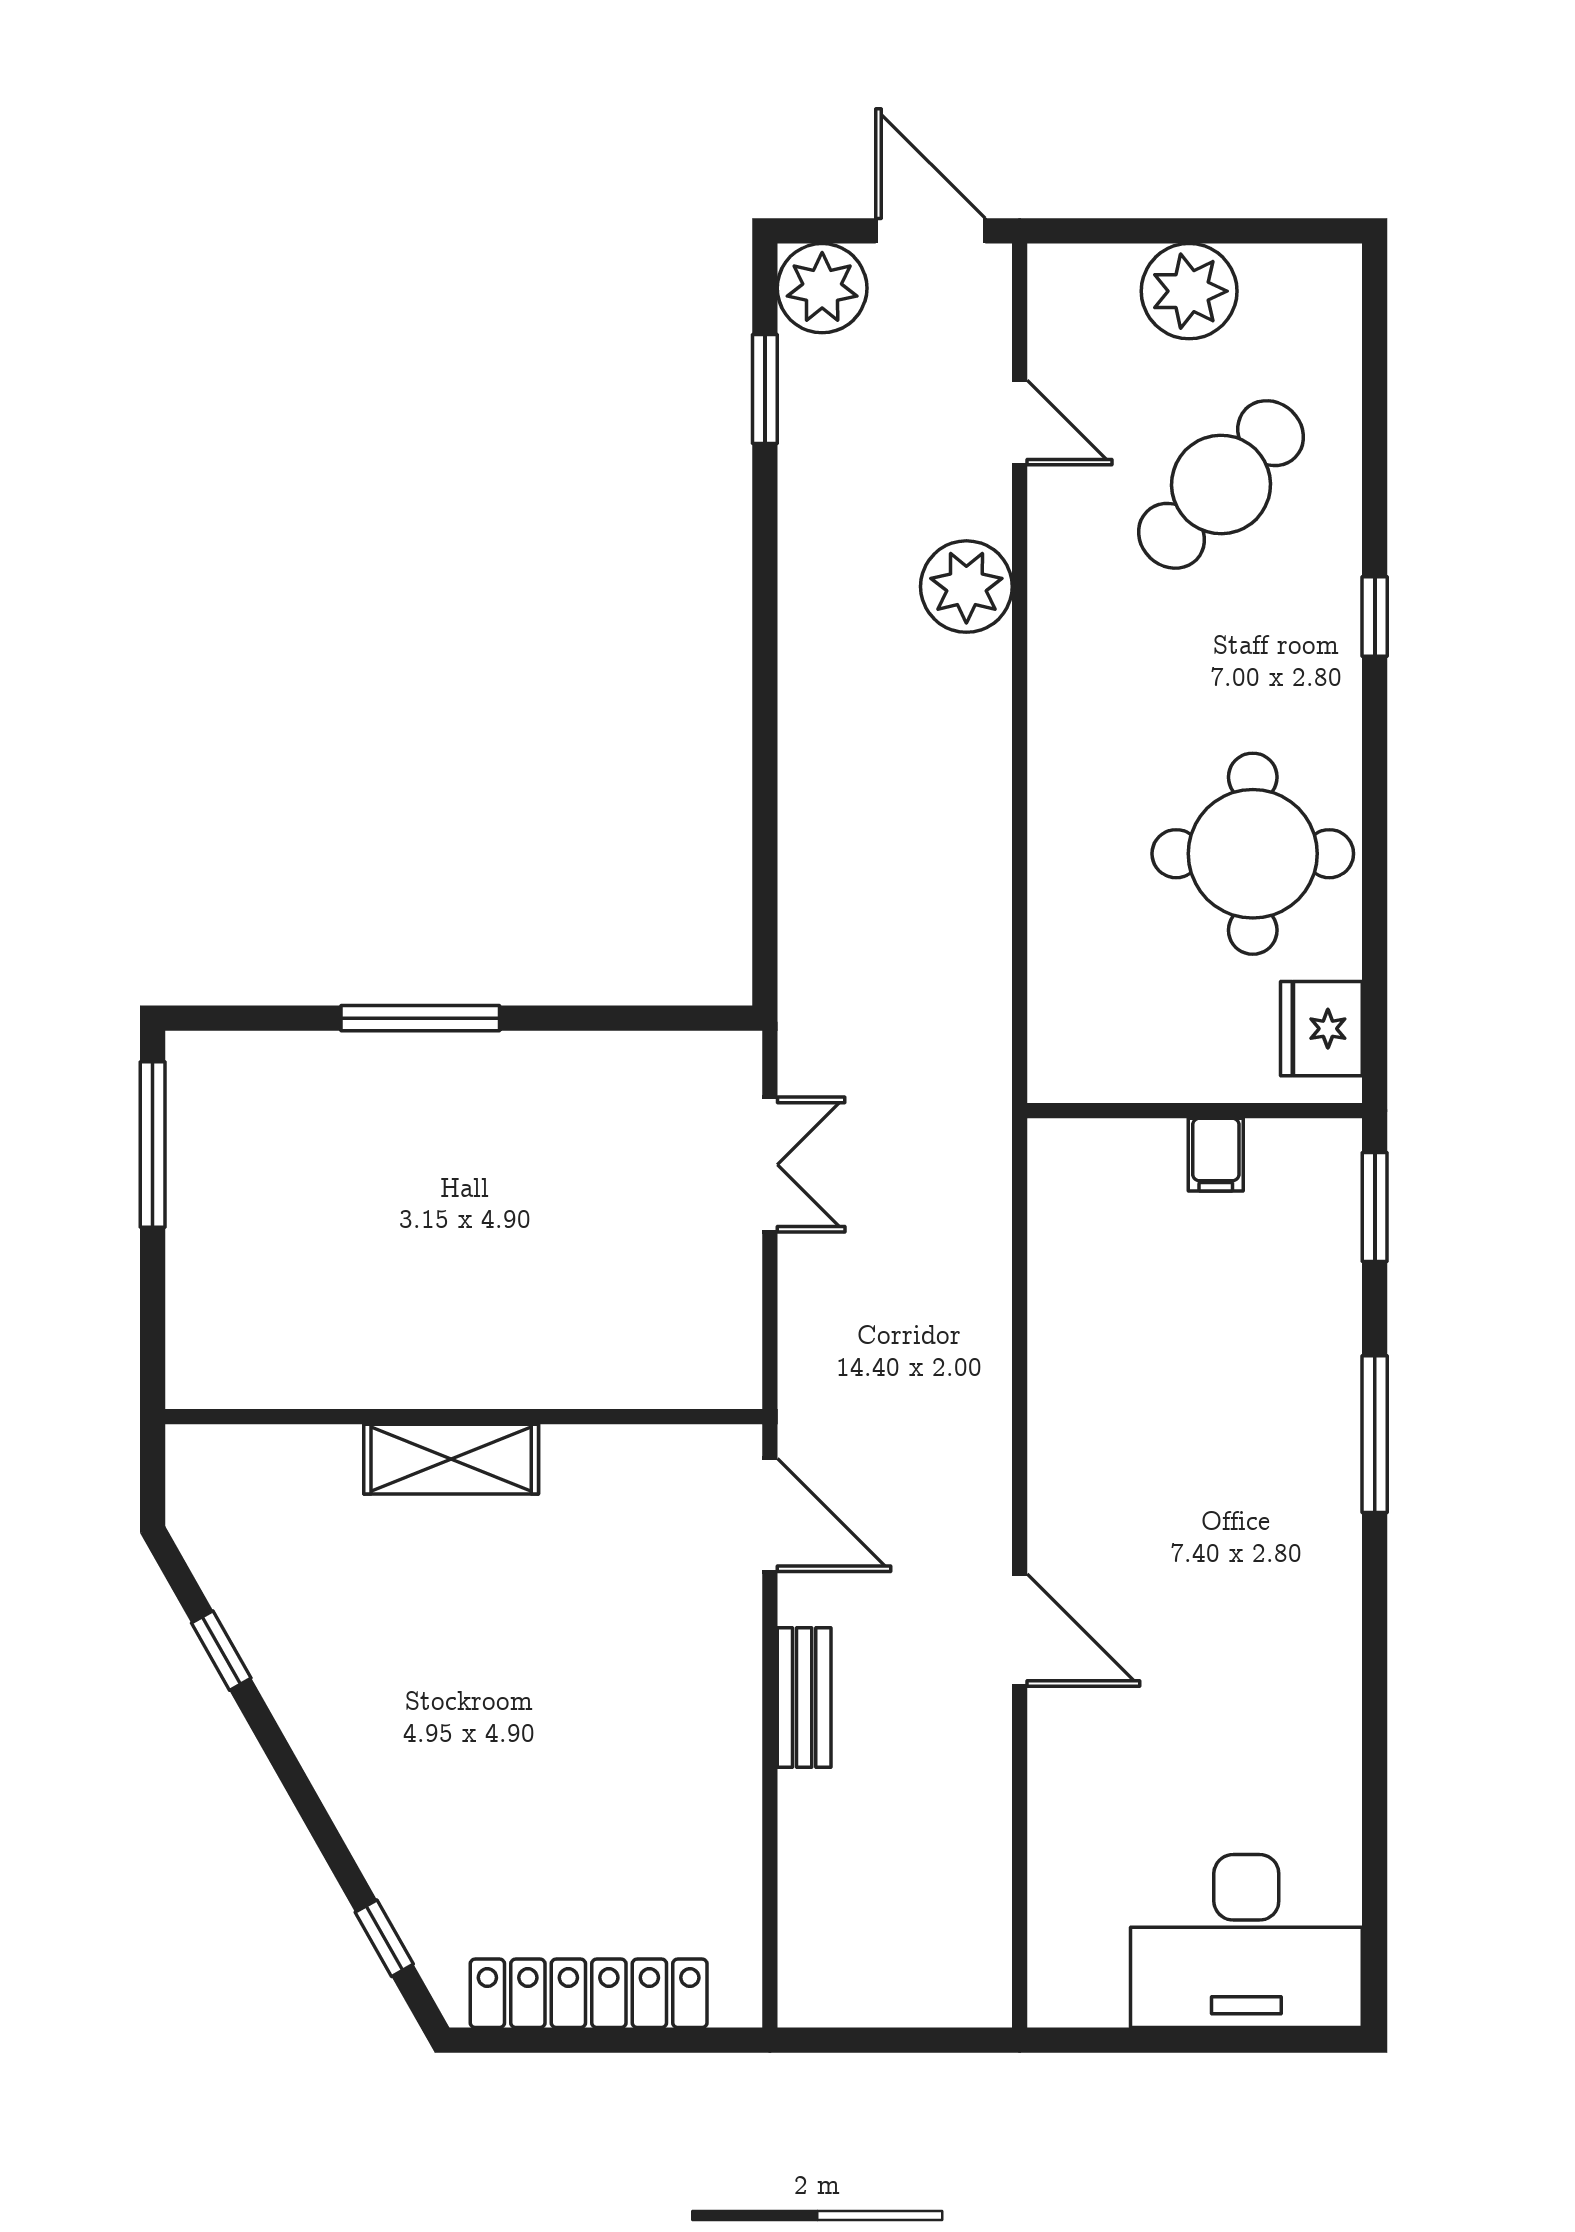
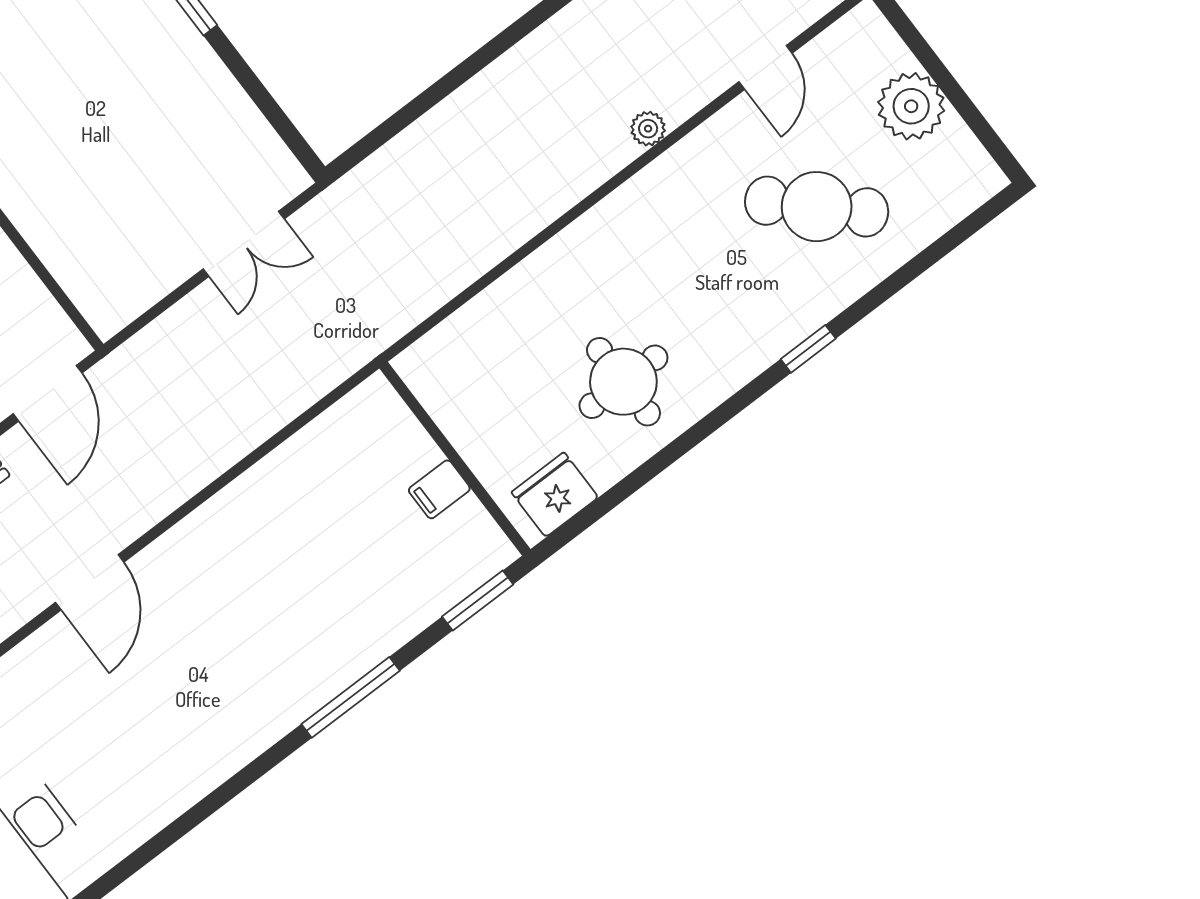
plant: (966, 587) -> (648, 129), width x0.53, depth x0.53
round table: (1253, 854) -> (623, 382), width x0.73, depth x0.73

